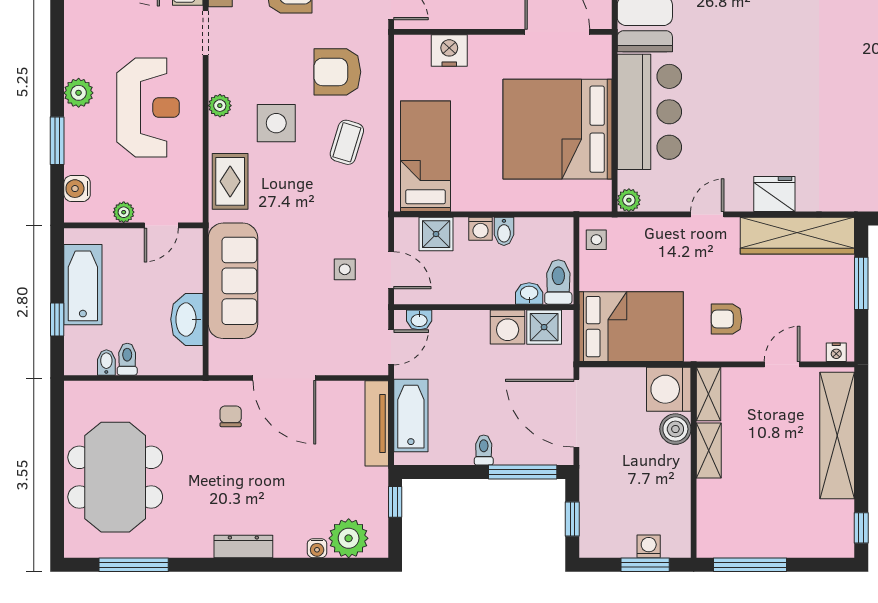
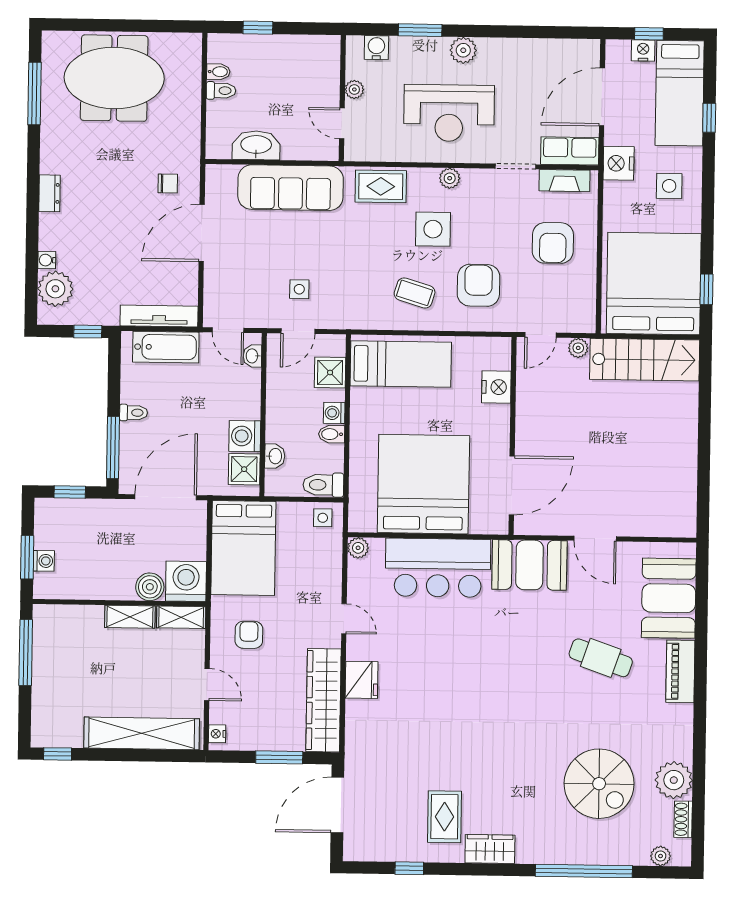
toilet: (558, 282) -> (323, 485), moved, turned 180
bathtub: (83, 285) -> (289, 51), removed
dresser: (243, 546) -> (49, 193), width x0.70

